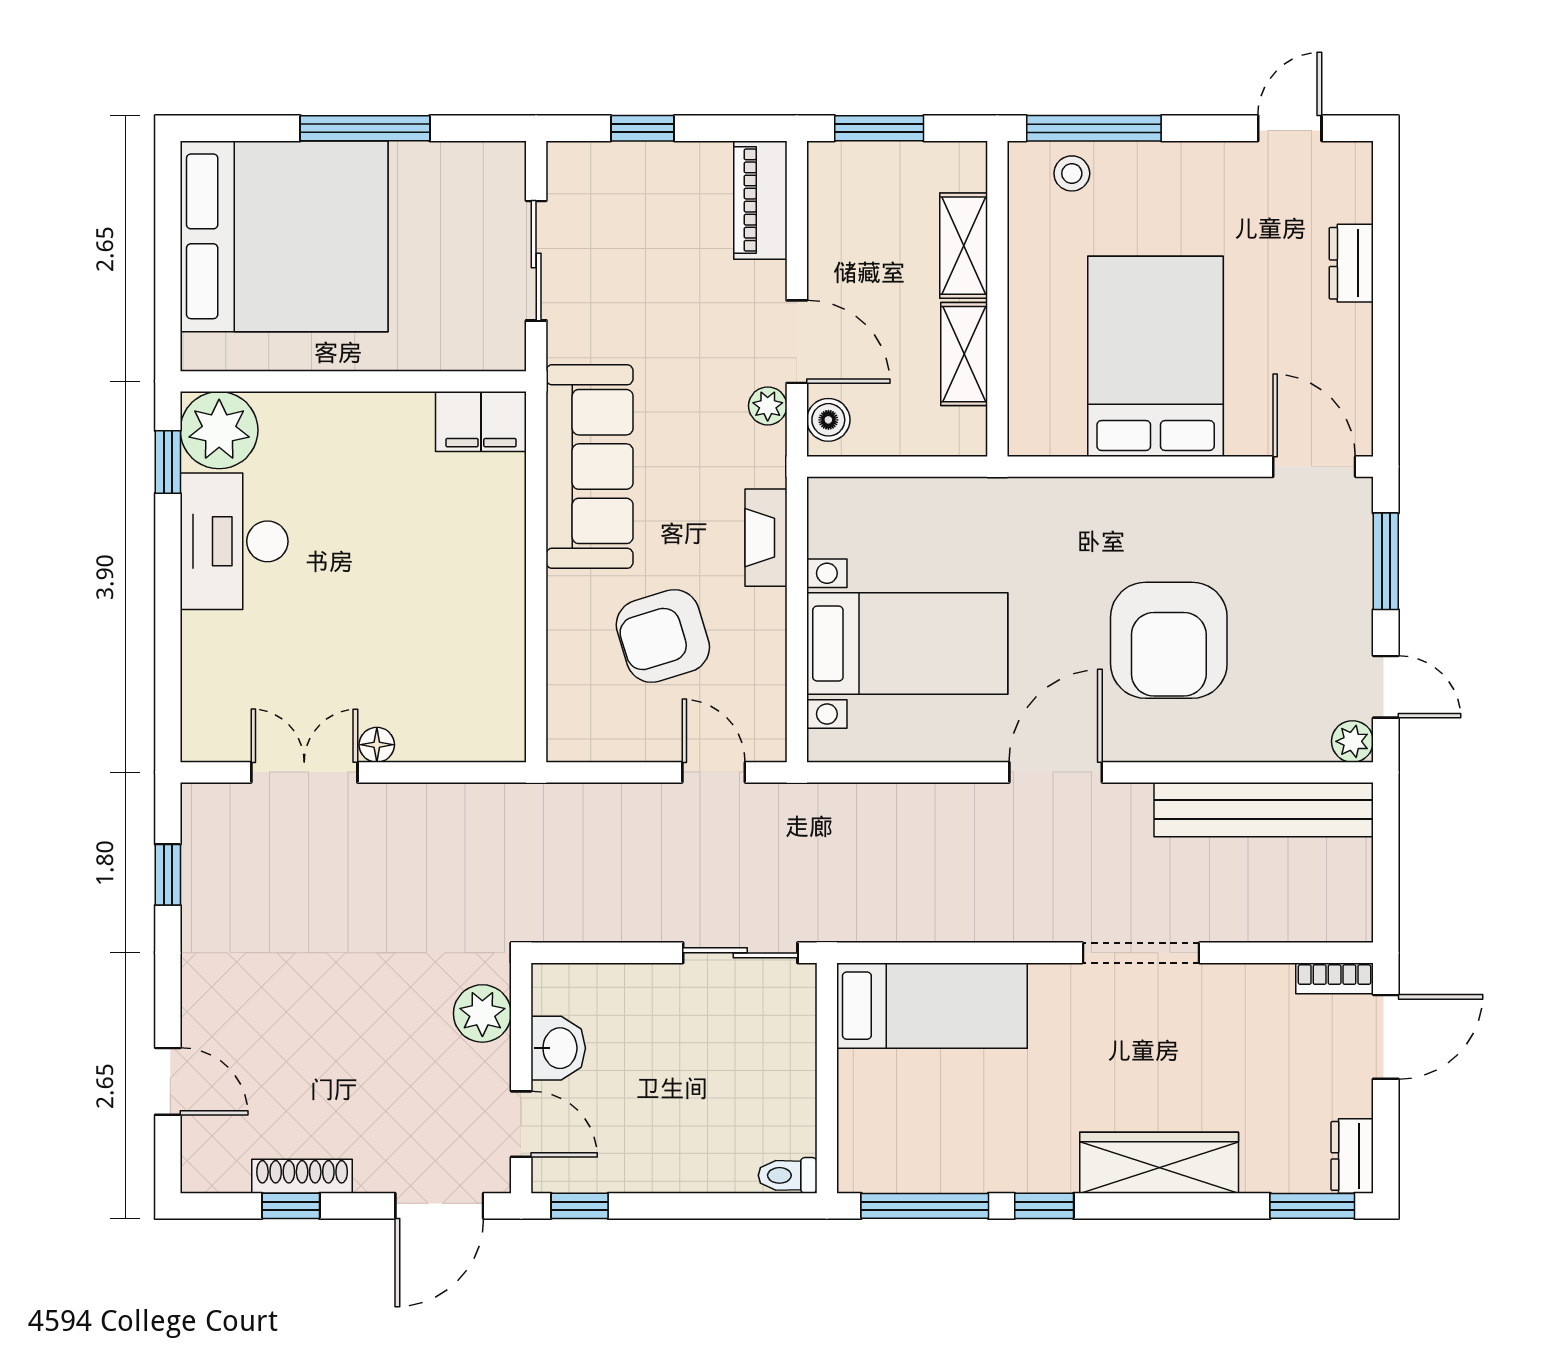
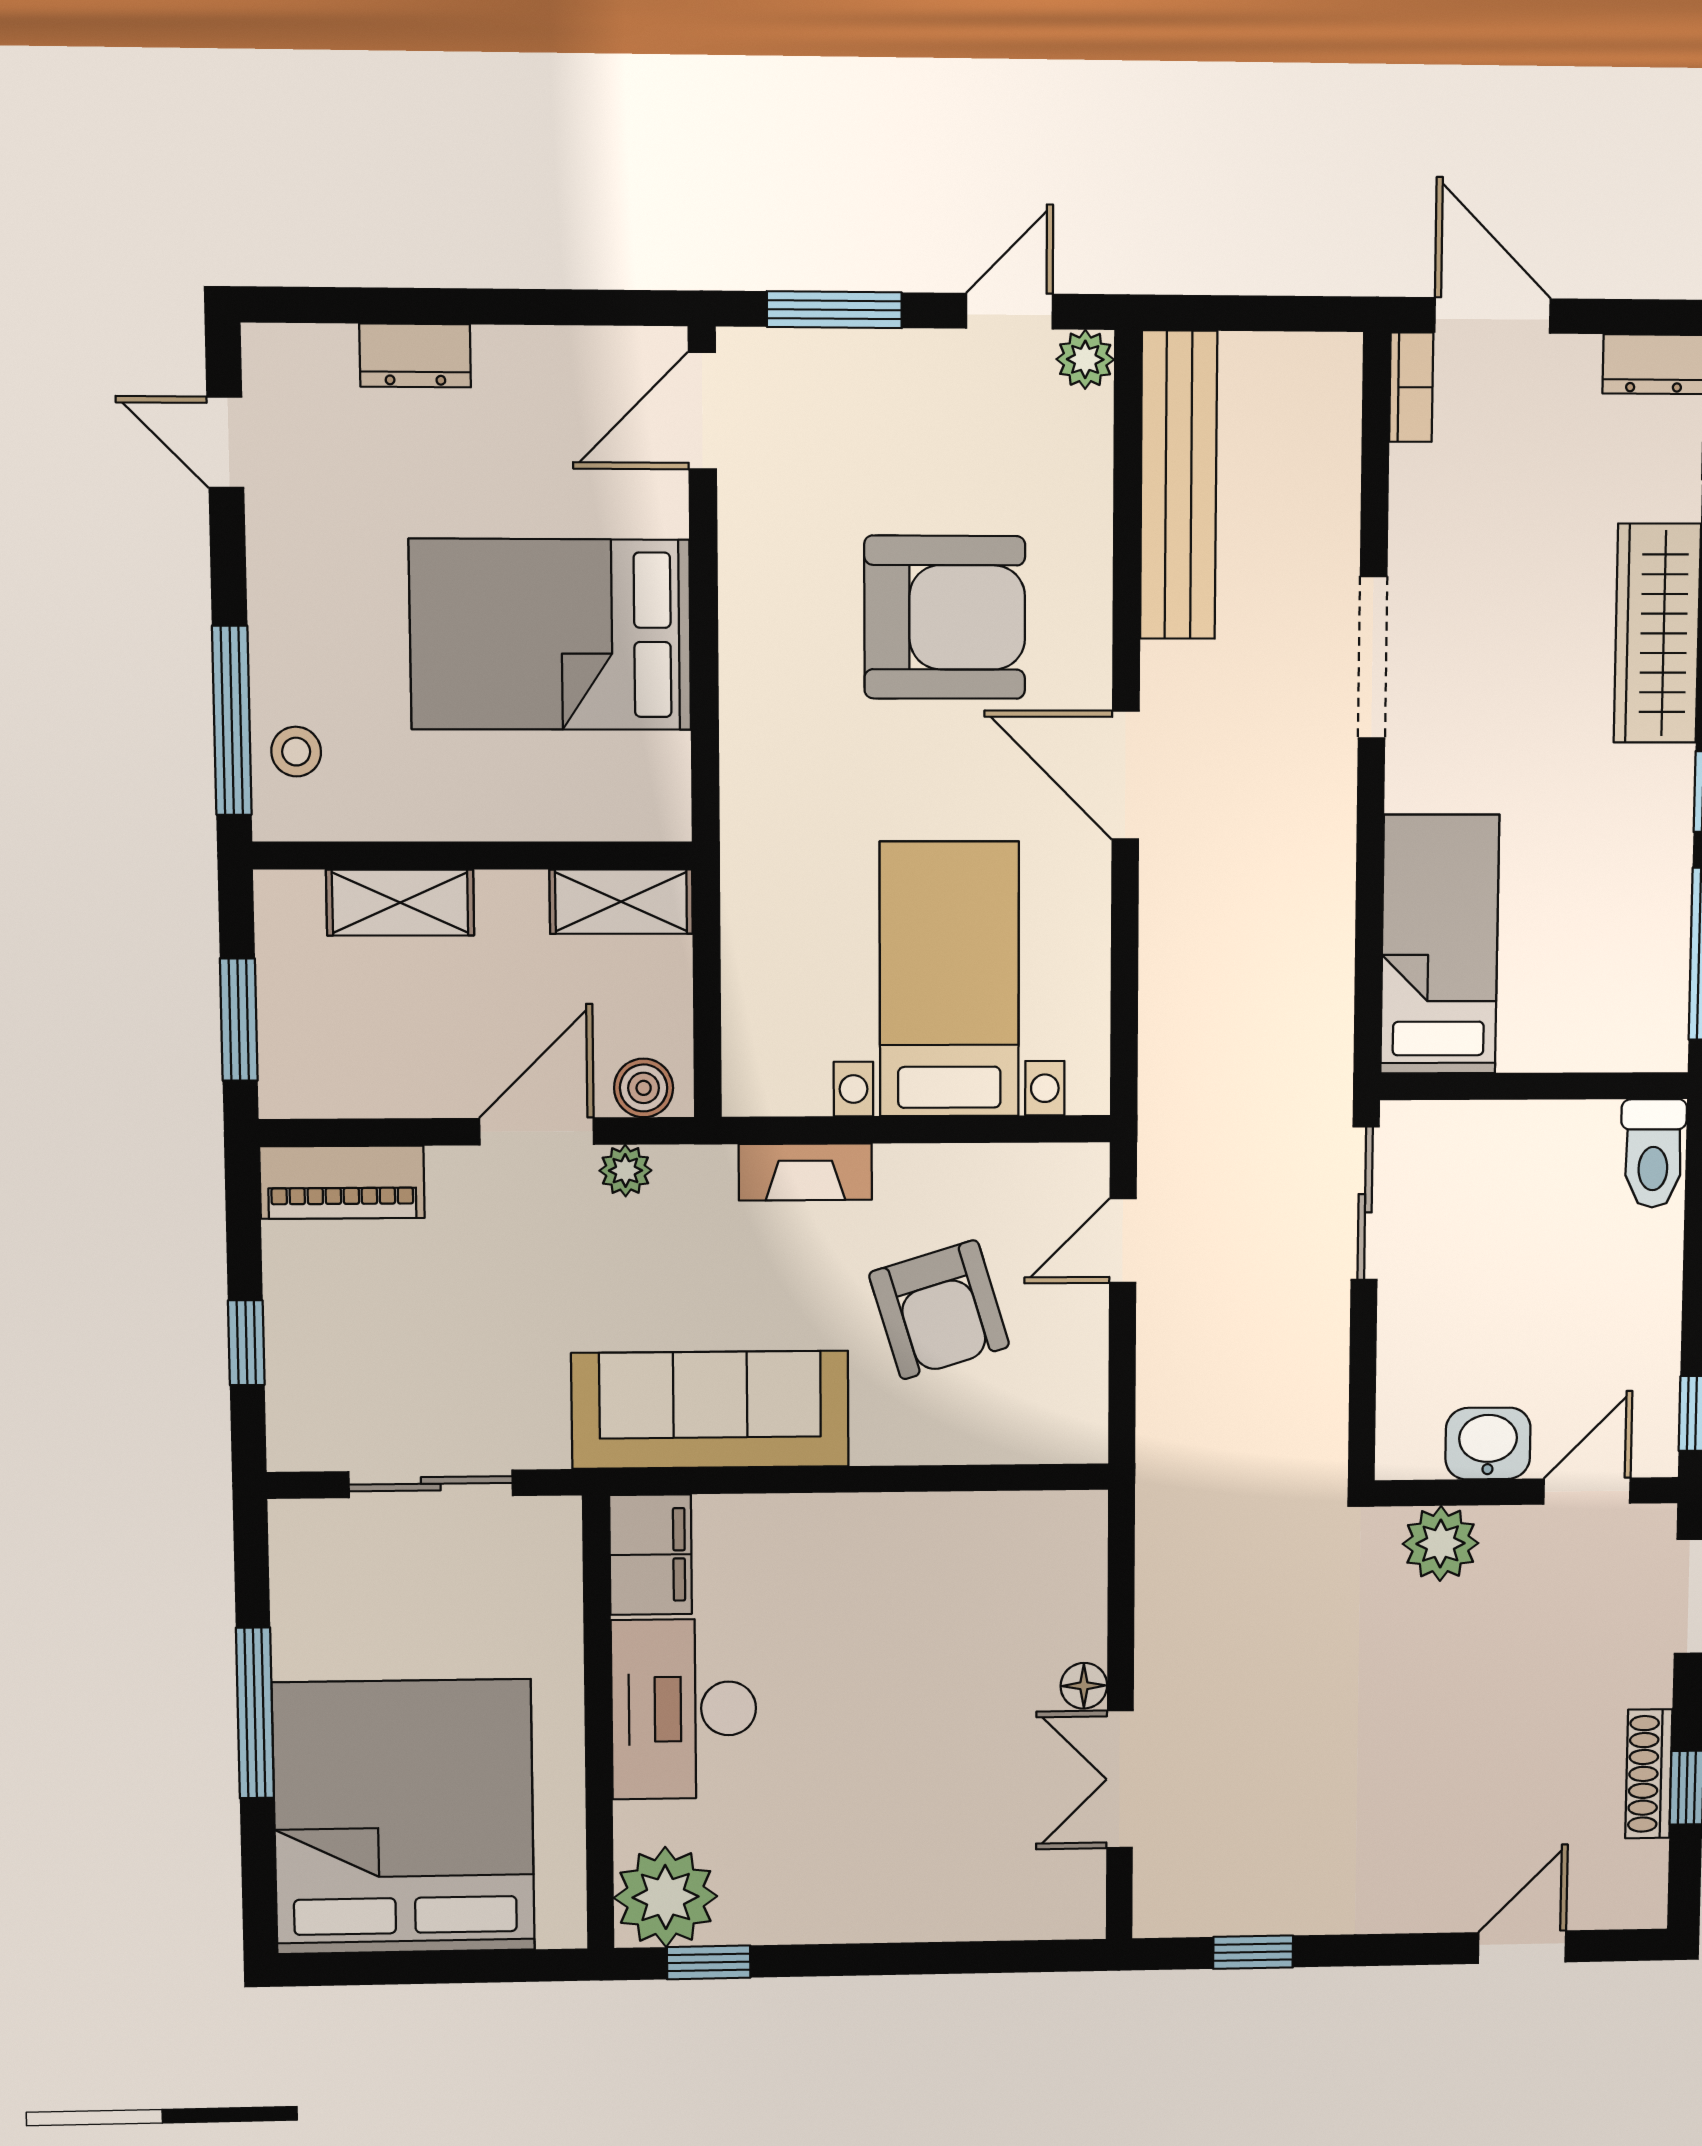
shelving: (964, 354) -> (621, 902), moved
desk: (234, 541) -> (684, 1709), moved, turned 90
toilet: (788, 1175) -> (1653, 1153), width x1.37, depth x1.39

